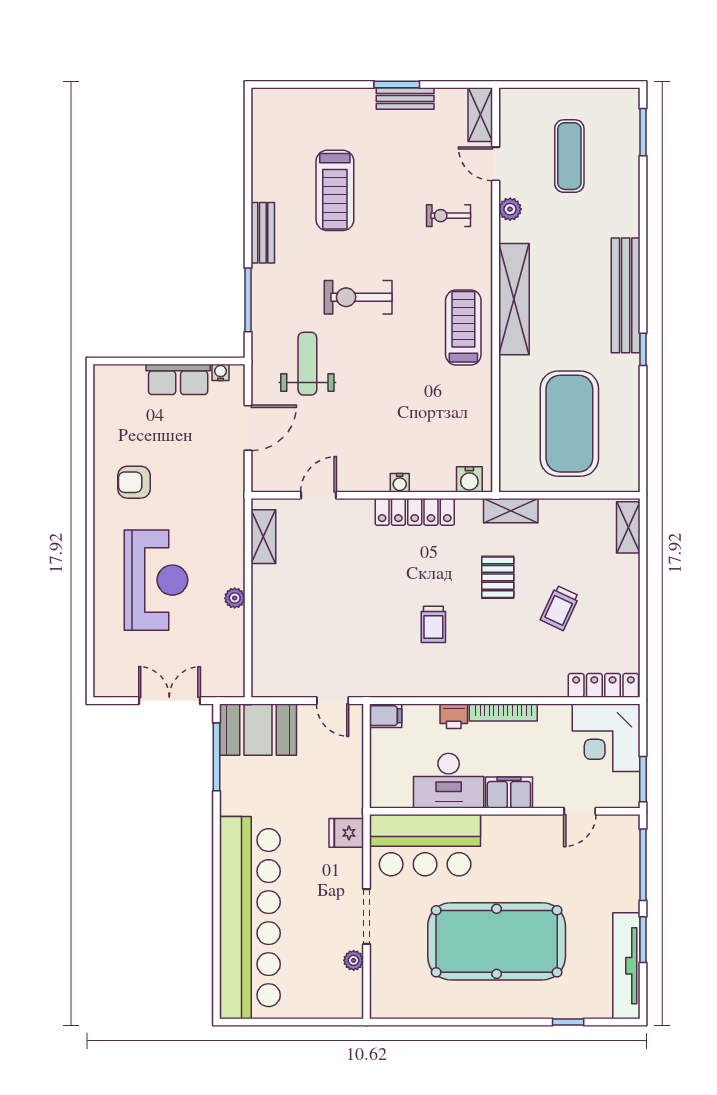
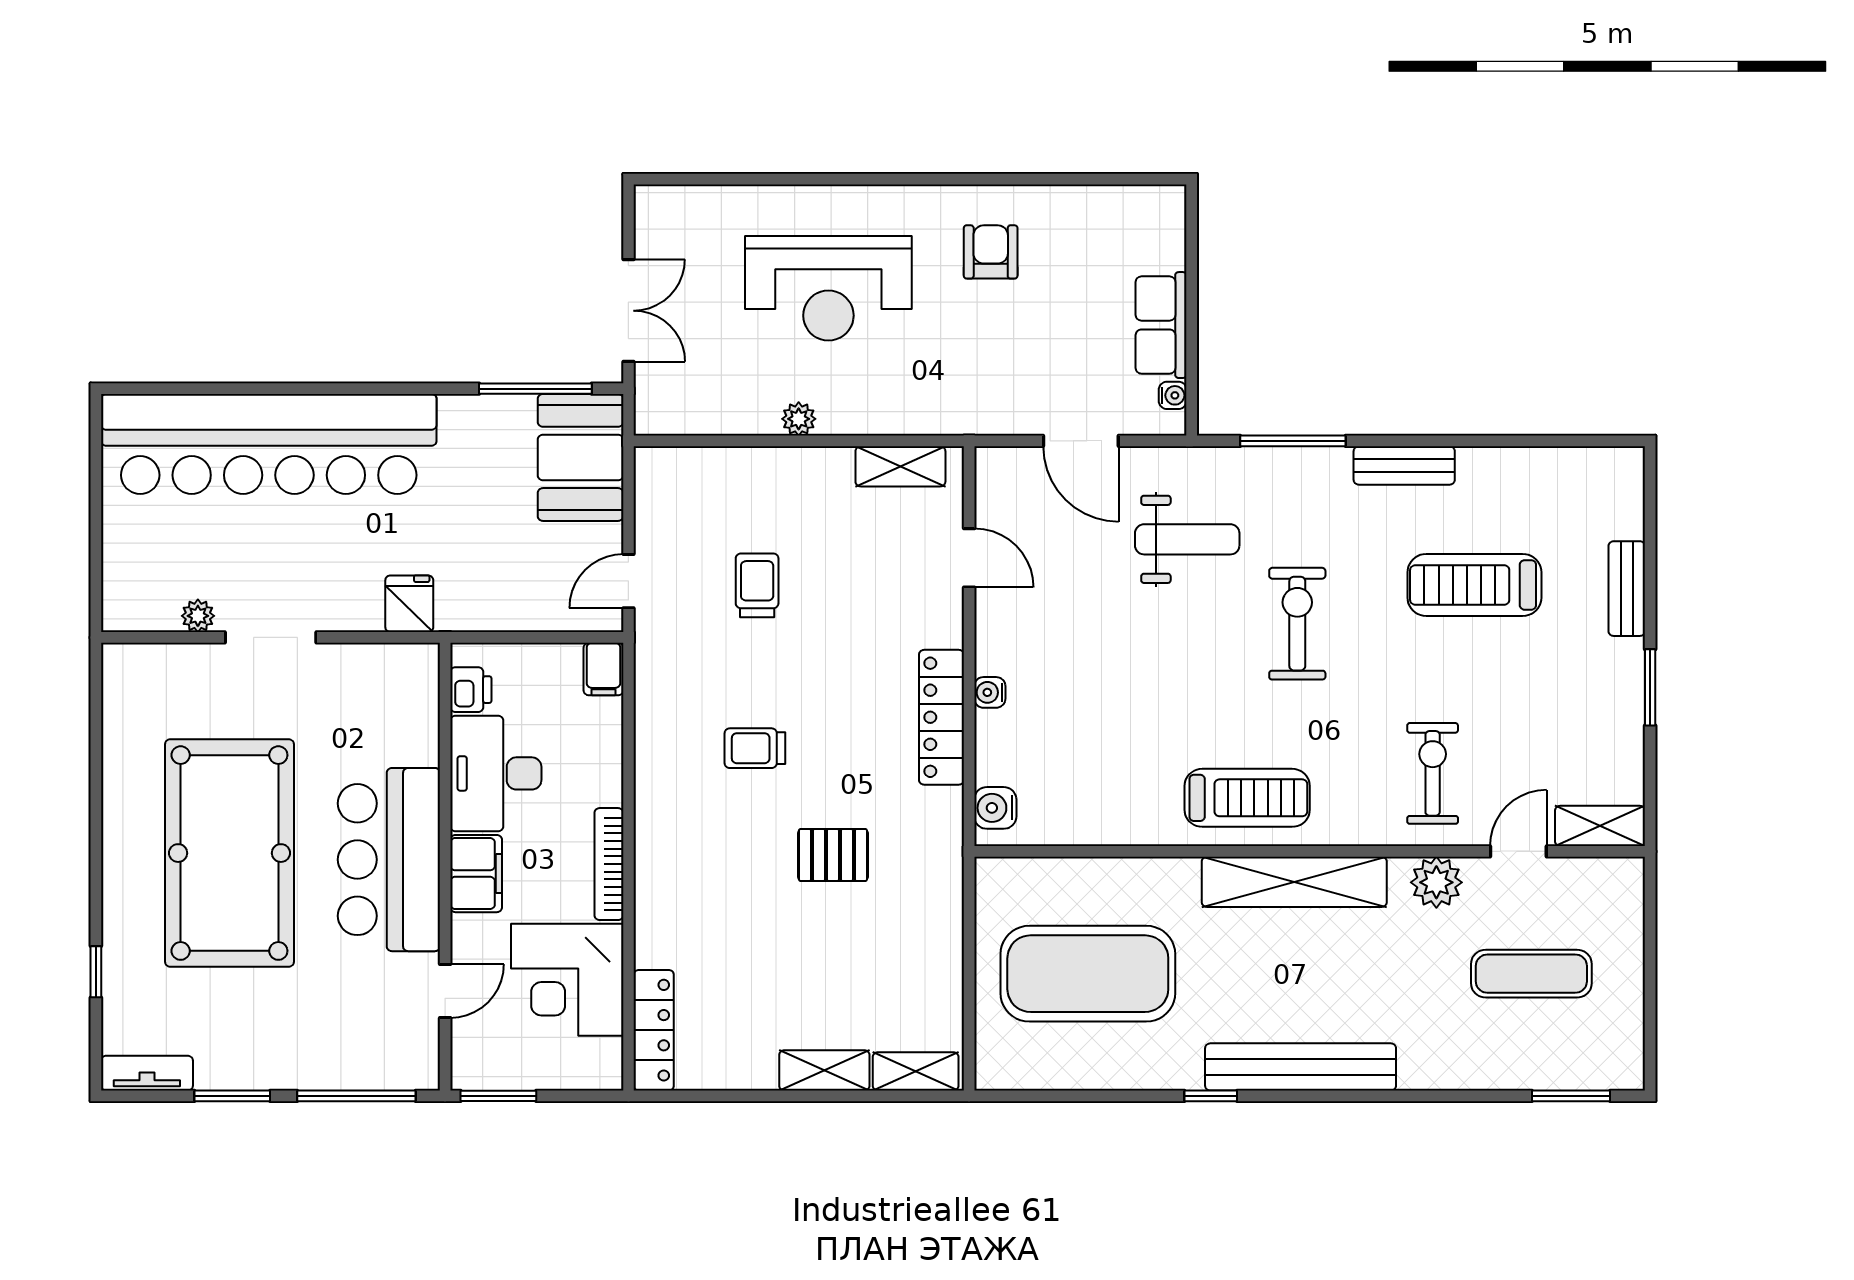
bench: (405, 99) -> (1627, 589), moved
plant: (510, 209) -> (1436, 882), width x1.38, depth x1.38
exercise bike: (449, 216) -> (1433, 773), width x1.38, depth x1.39
shelving: (511, 511) -> (824, 1070), moved, turned 90
trolley: (560, 608) -> (757, 585), moved, turned 65
printer: (454, 716) -> (471, 690), moved, turned 180
corner desk: (606, 738) -> (567, 980), moved, turned -90
door: (580, 811) -> (445, 991), swing flipped
bar counter: (425, 845) -> (389, 860), moved
tv unit: (626, 966) -> (147, 1073), width x0.52, depth x0.78

